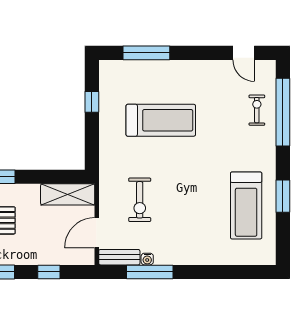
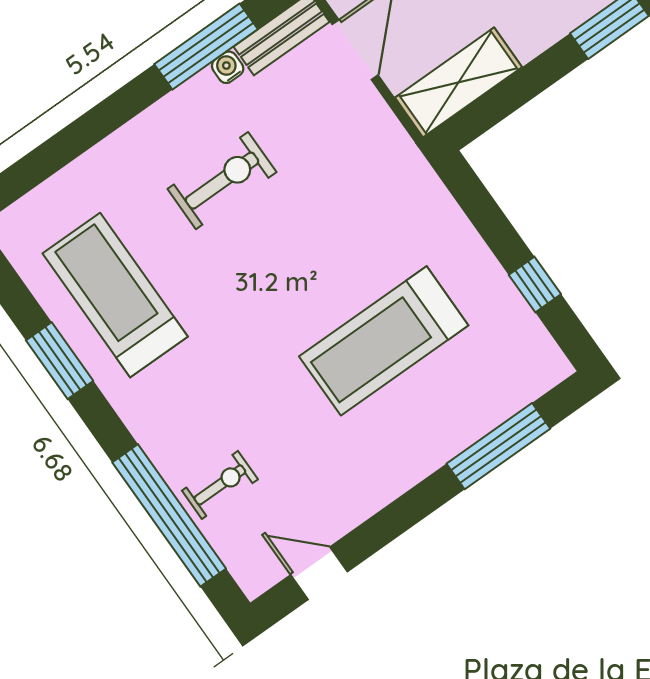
exercise bike: (257, 110) -> (220, 485), turned -90
exercise bike: (140, 200) -> (222, 181), moved, turned 90

